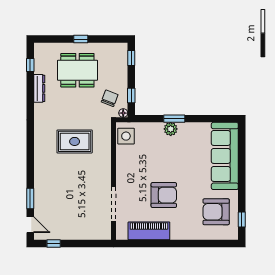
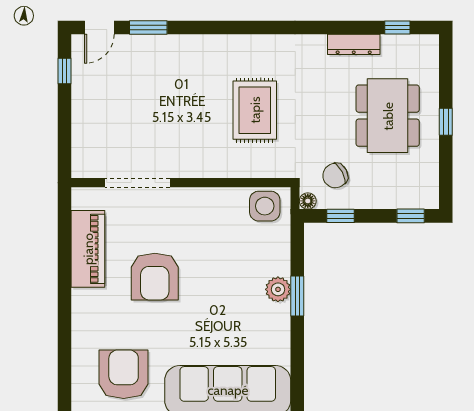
chair: (110, 98) -> (335, 176), turned 131

